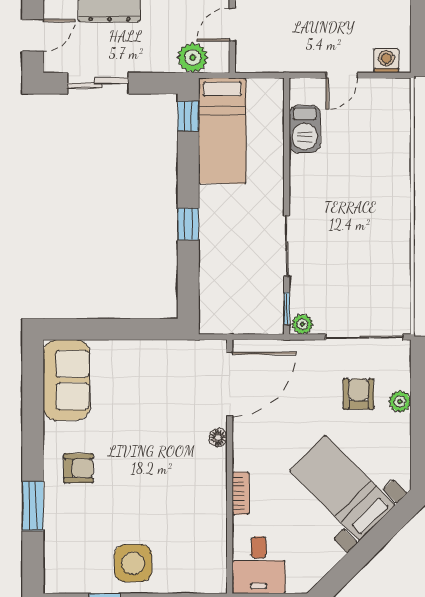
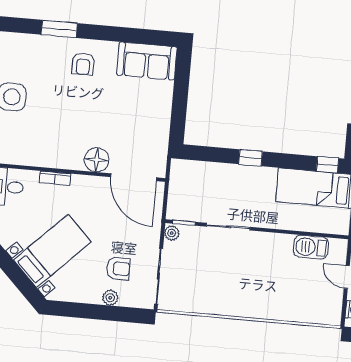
floor lamp: (218, 438) -> (97, 160), width x1.89, depth x1.89

